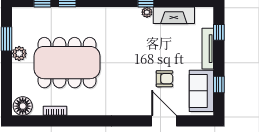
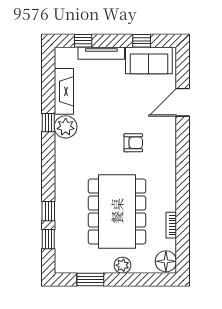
plant: (147, 12) -> (66, 127), width x1.88, depth x1.88
plant: (19, 53) -> (122, 265), moved
armchair: (164, 79) -> (133, 143), moved, turned 90

